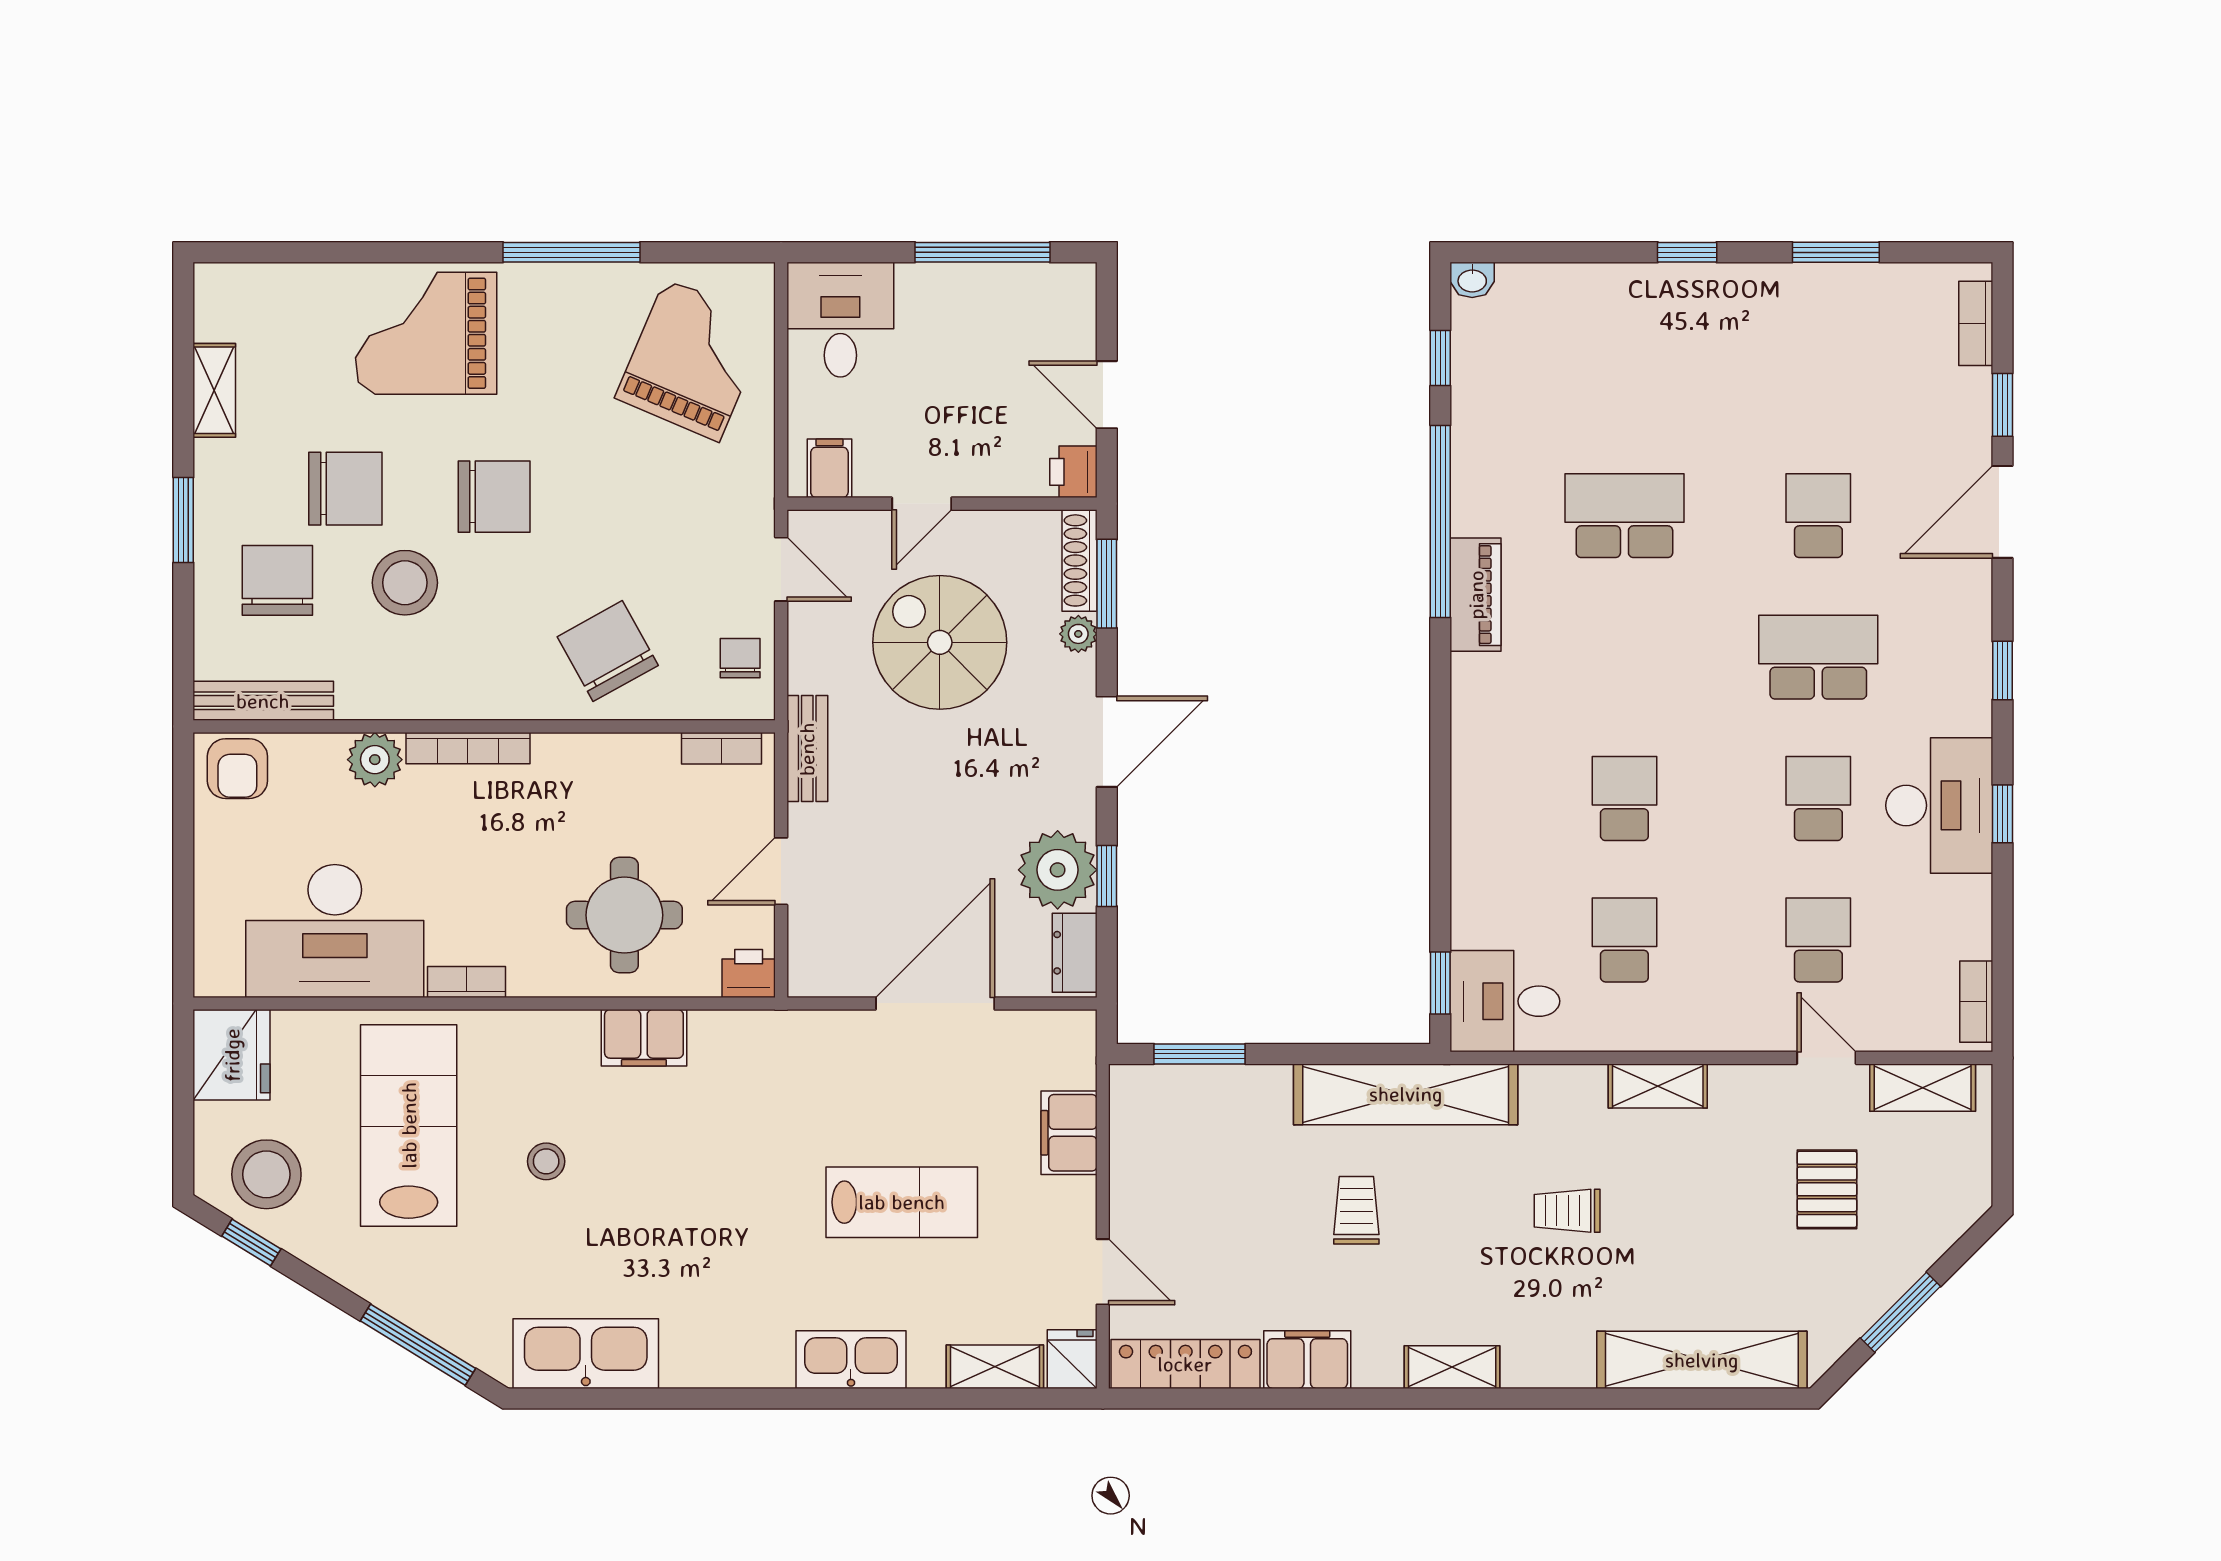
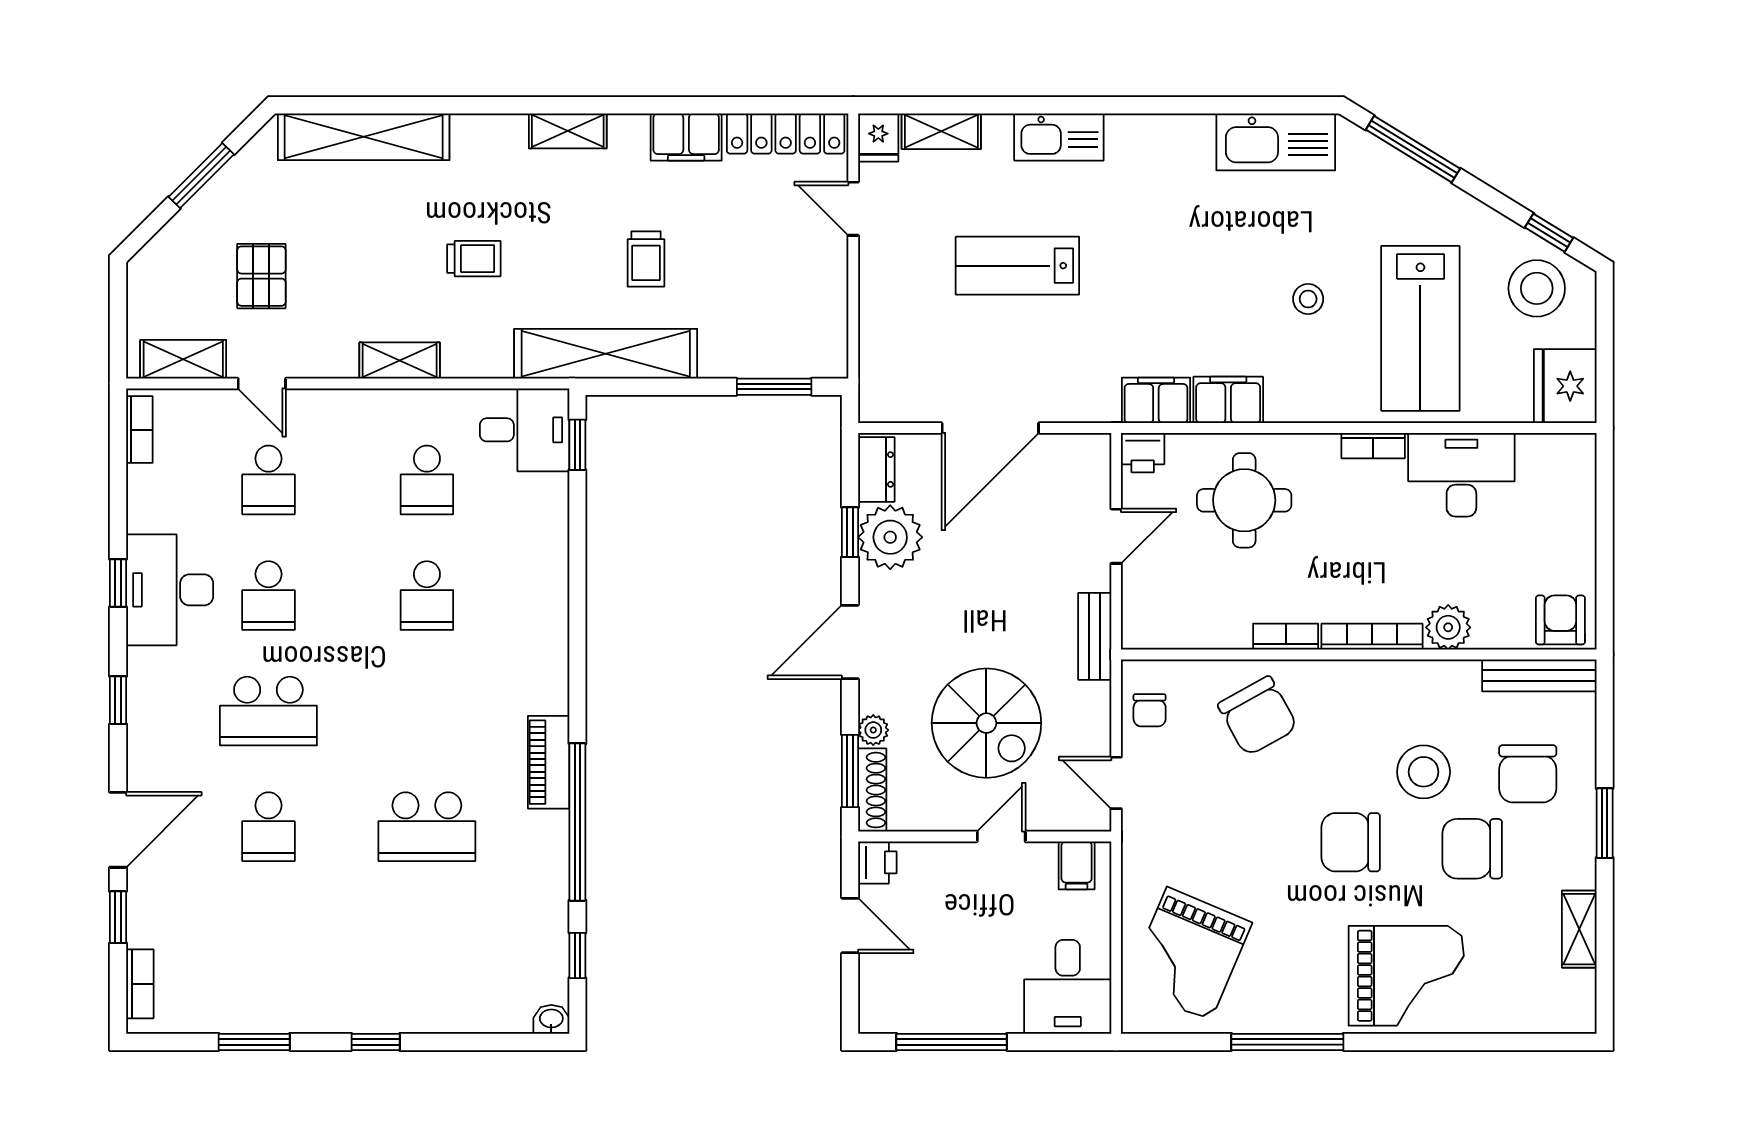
bookcase: (721, 748) -> (1286, 637), moved
desk: (335, 931) -> (1461, 475), width x0.73, depth x0.77
filing cabinet: (1069, 1133) -> (1156, 400), moved, turned -90

